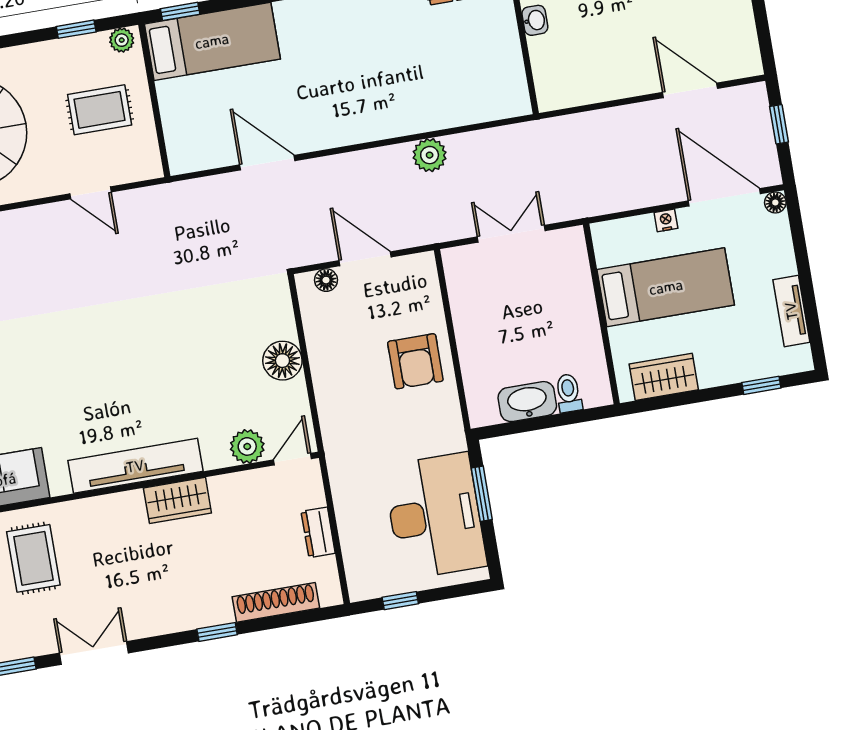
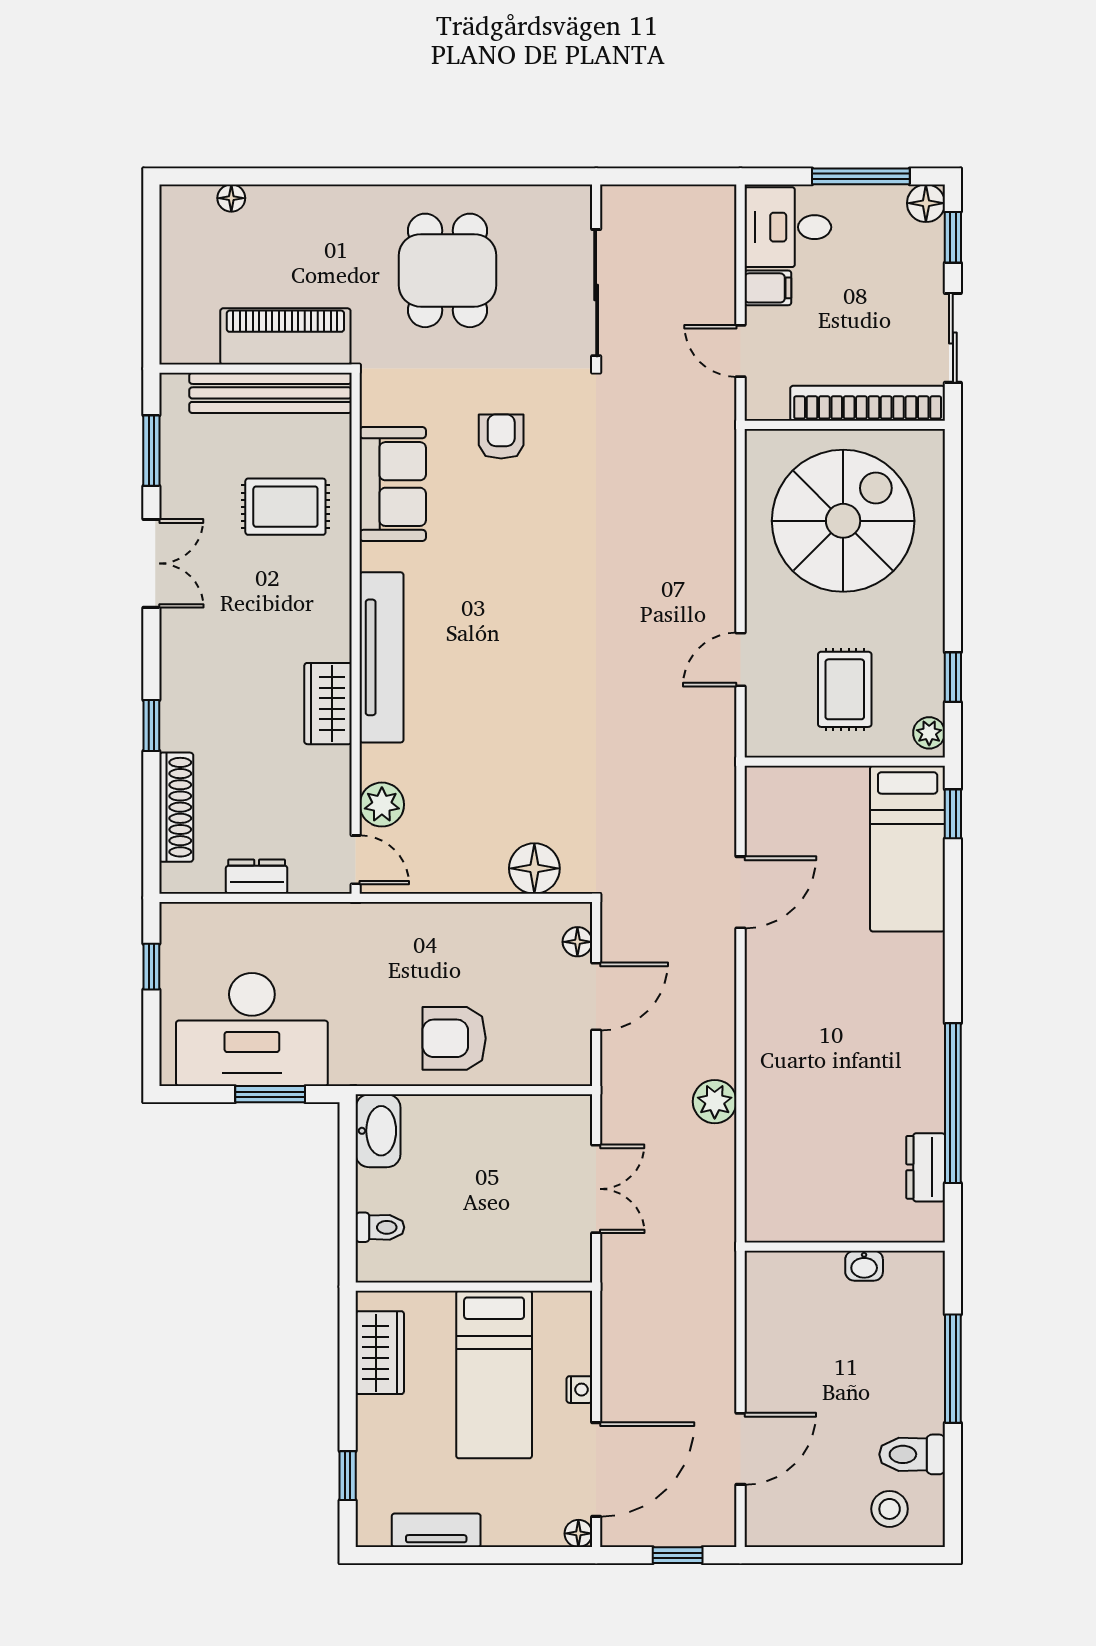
floor lamp: (282, 361) -> (534, 868), moved
washbasin: (527, 402) -> (378, 1131), moved

